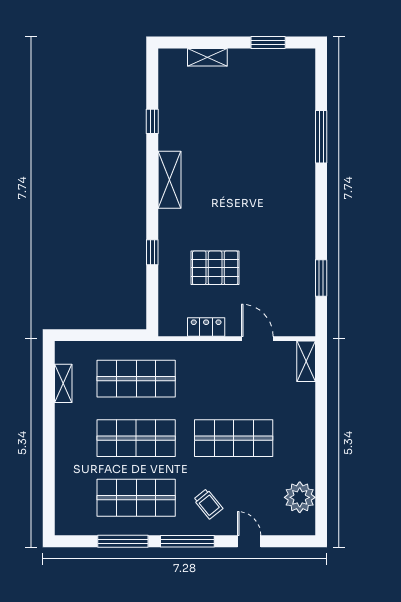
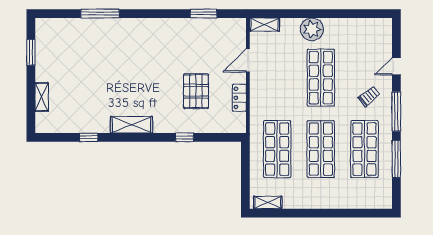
shelving: (63, 383) -> (268, 202), moved
plant: (300, 497) -> (312, 29), moved

